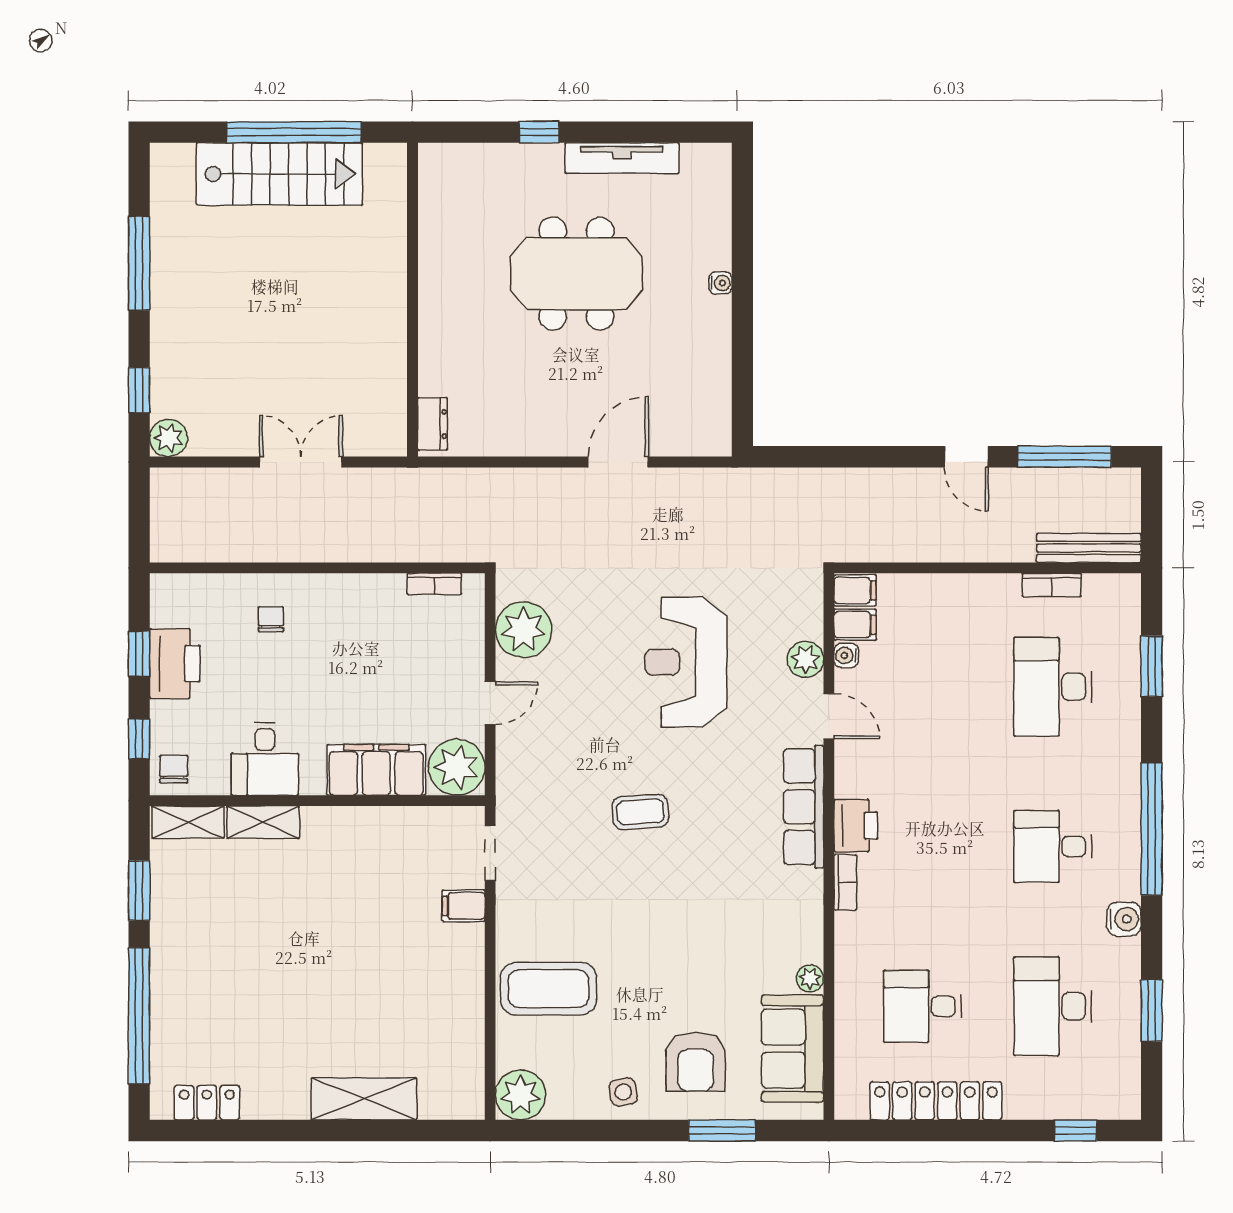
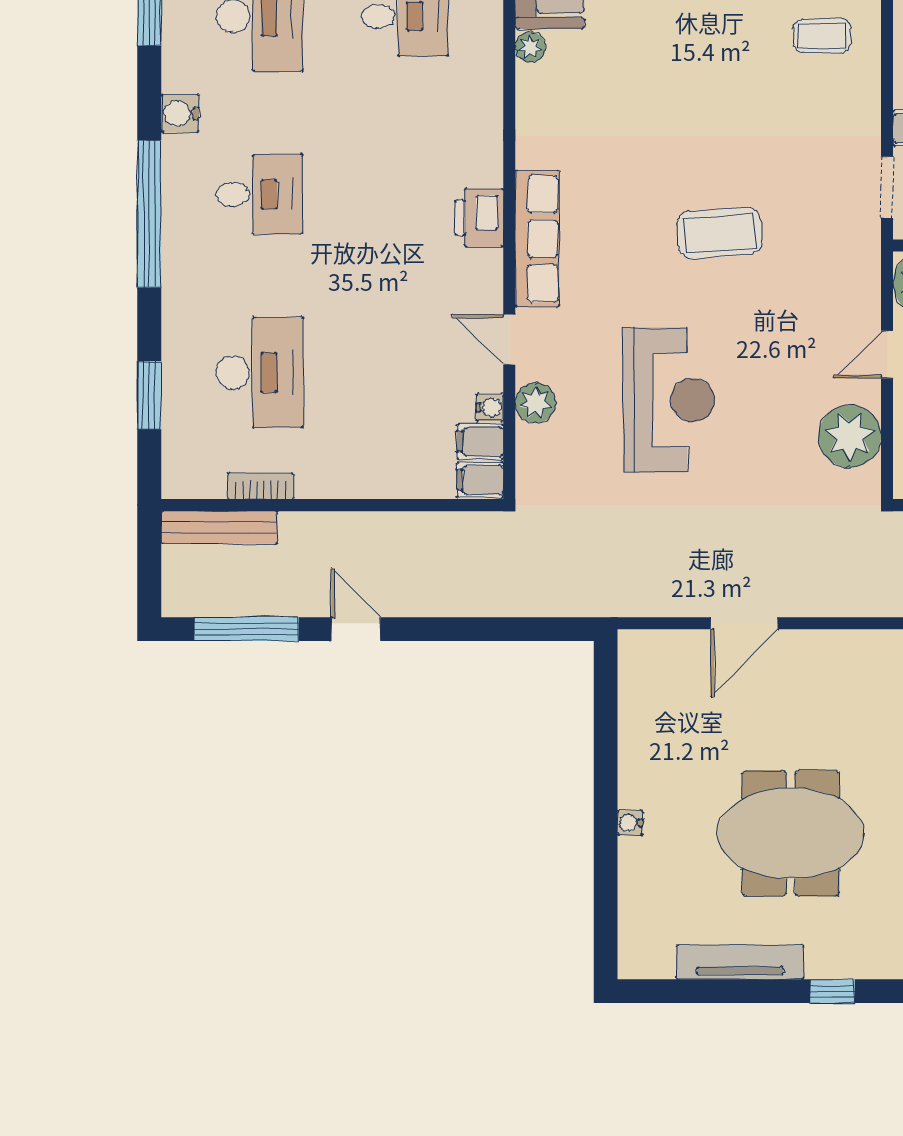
coffee table: (640, 812) -> (719, 233), width x1.36, depth x1.30
bookcase: (845, 882) -> (491, 154), removed
coffee table: (548, 989) -> (822, 36), width x0.54, depth x0.58

